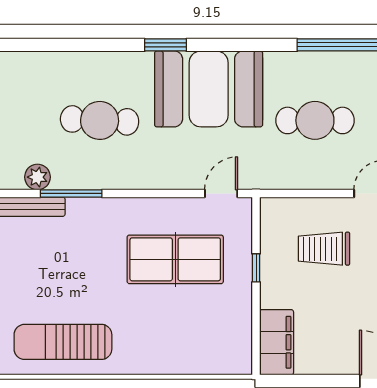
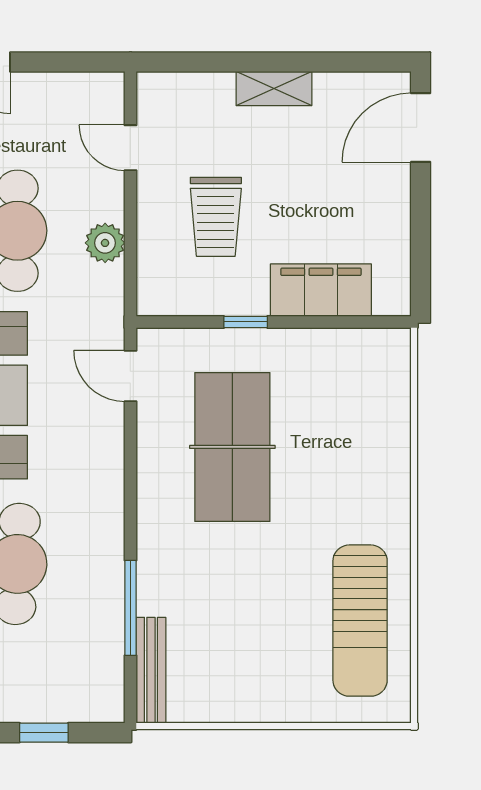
plant: (37, 177) -> (105, 243), moved
filing cabinet: (277, 342) -> (321, 290), moved

